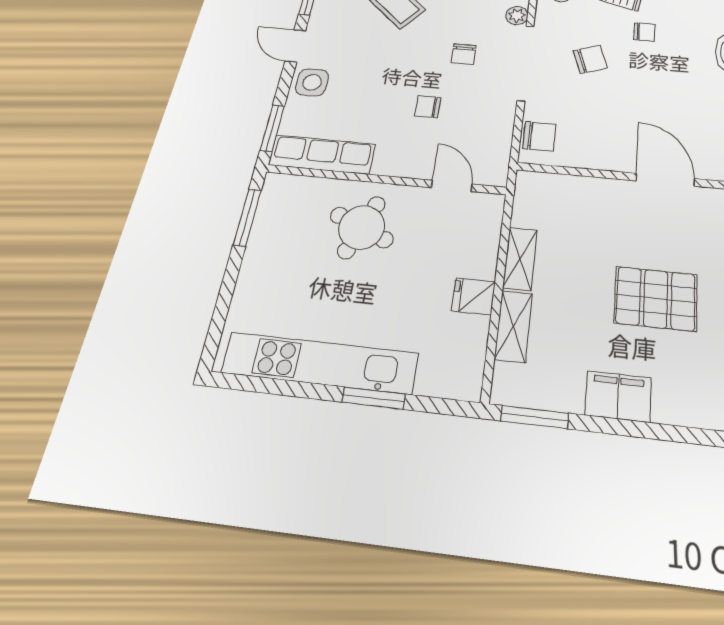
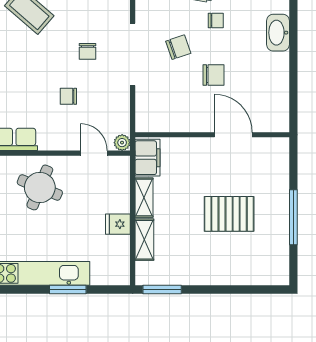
plant: (517, 16) -> (122, 143), moved
chair: (539, 136) -> (214, 75), moved
filing cabinet: (618, 396) -> (147, 158), moved, turned 90

